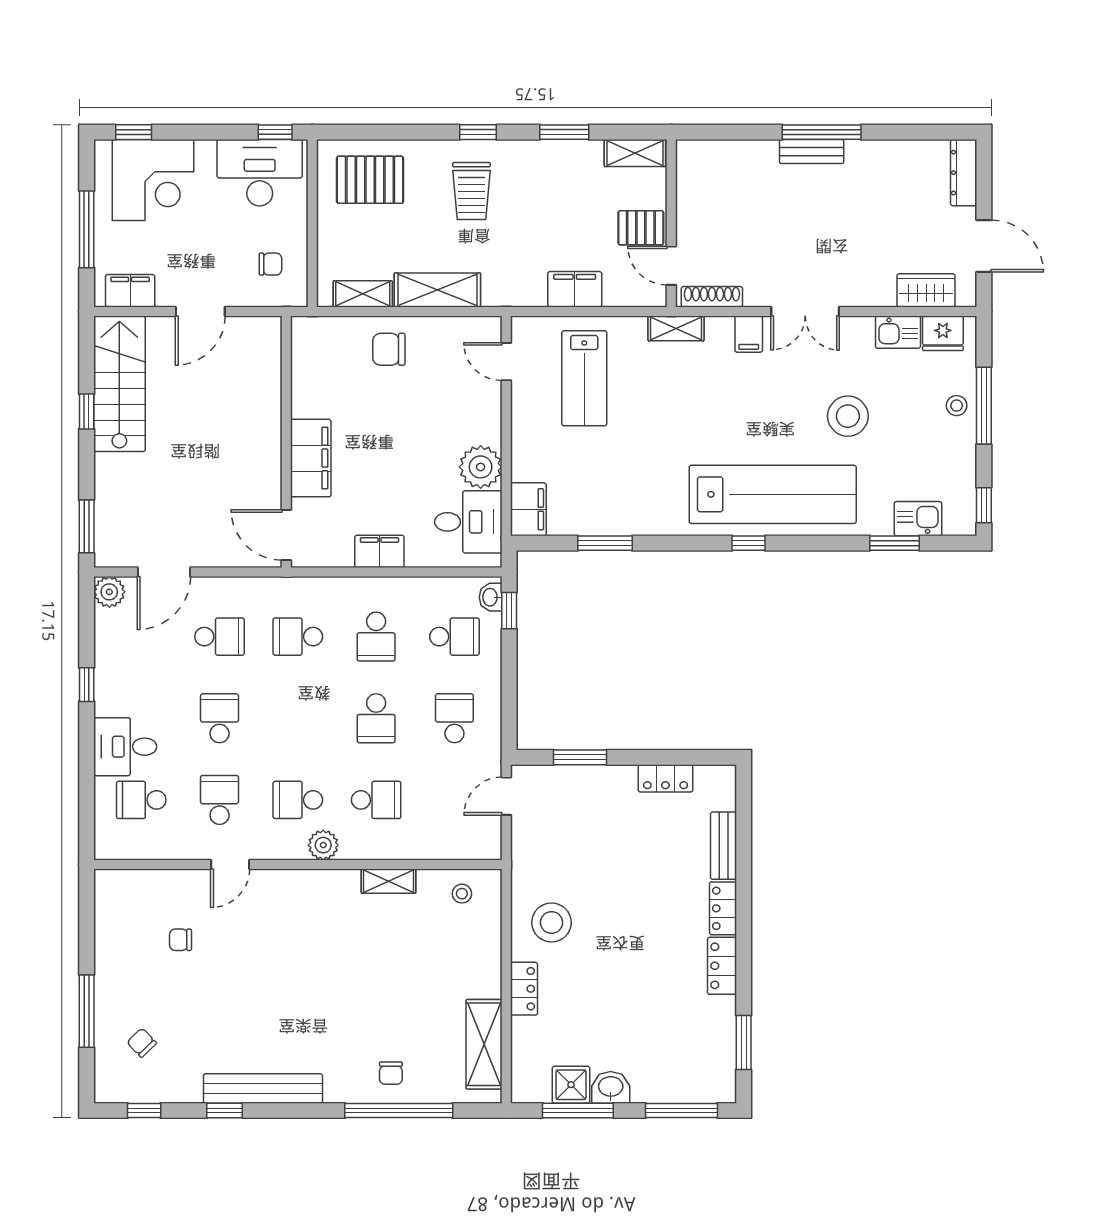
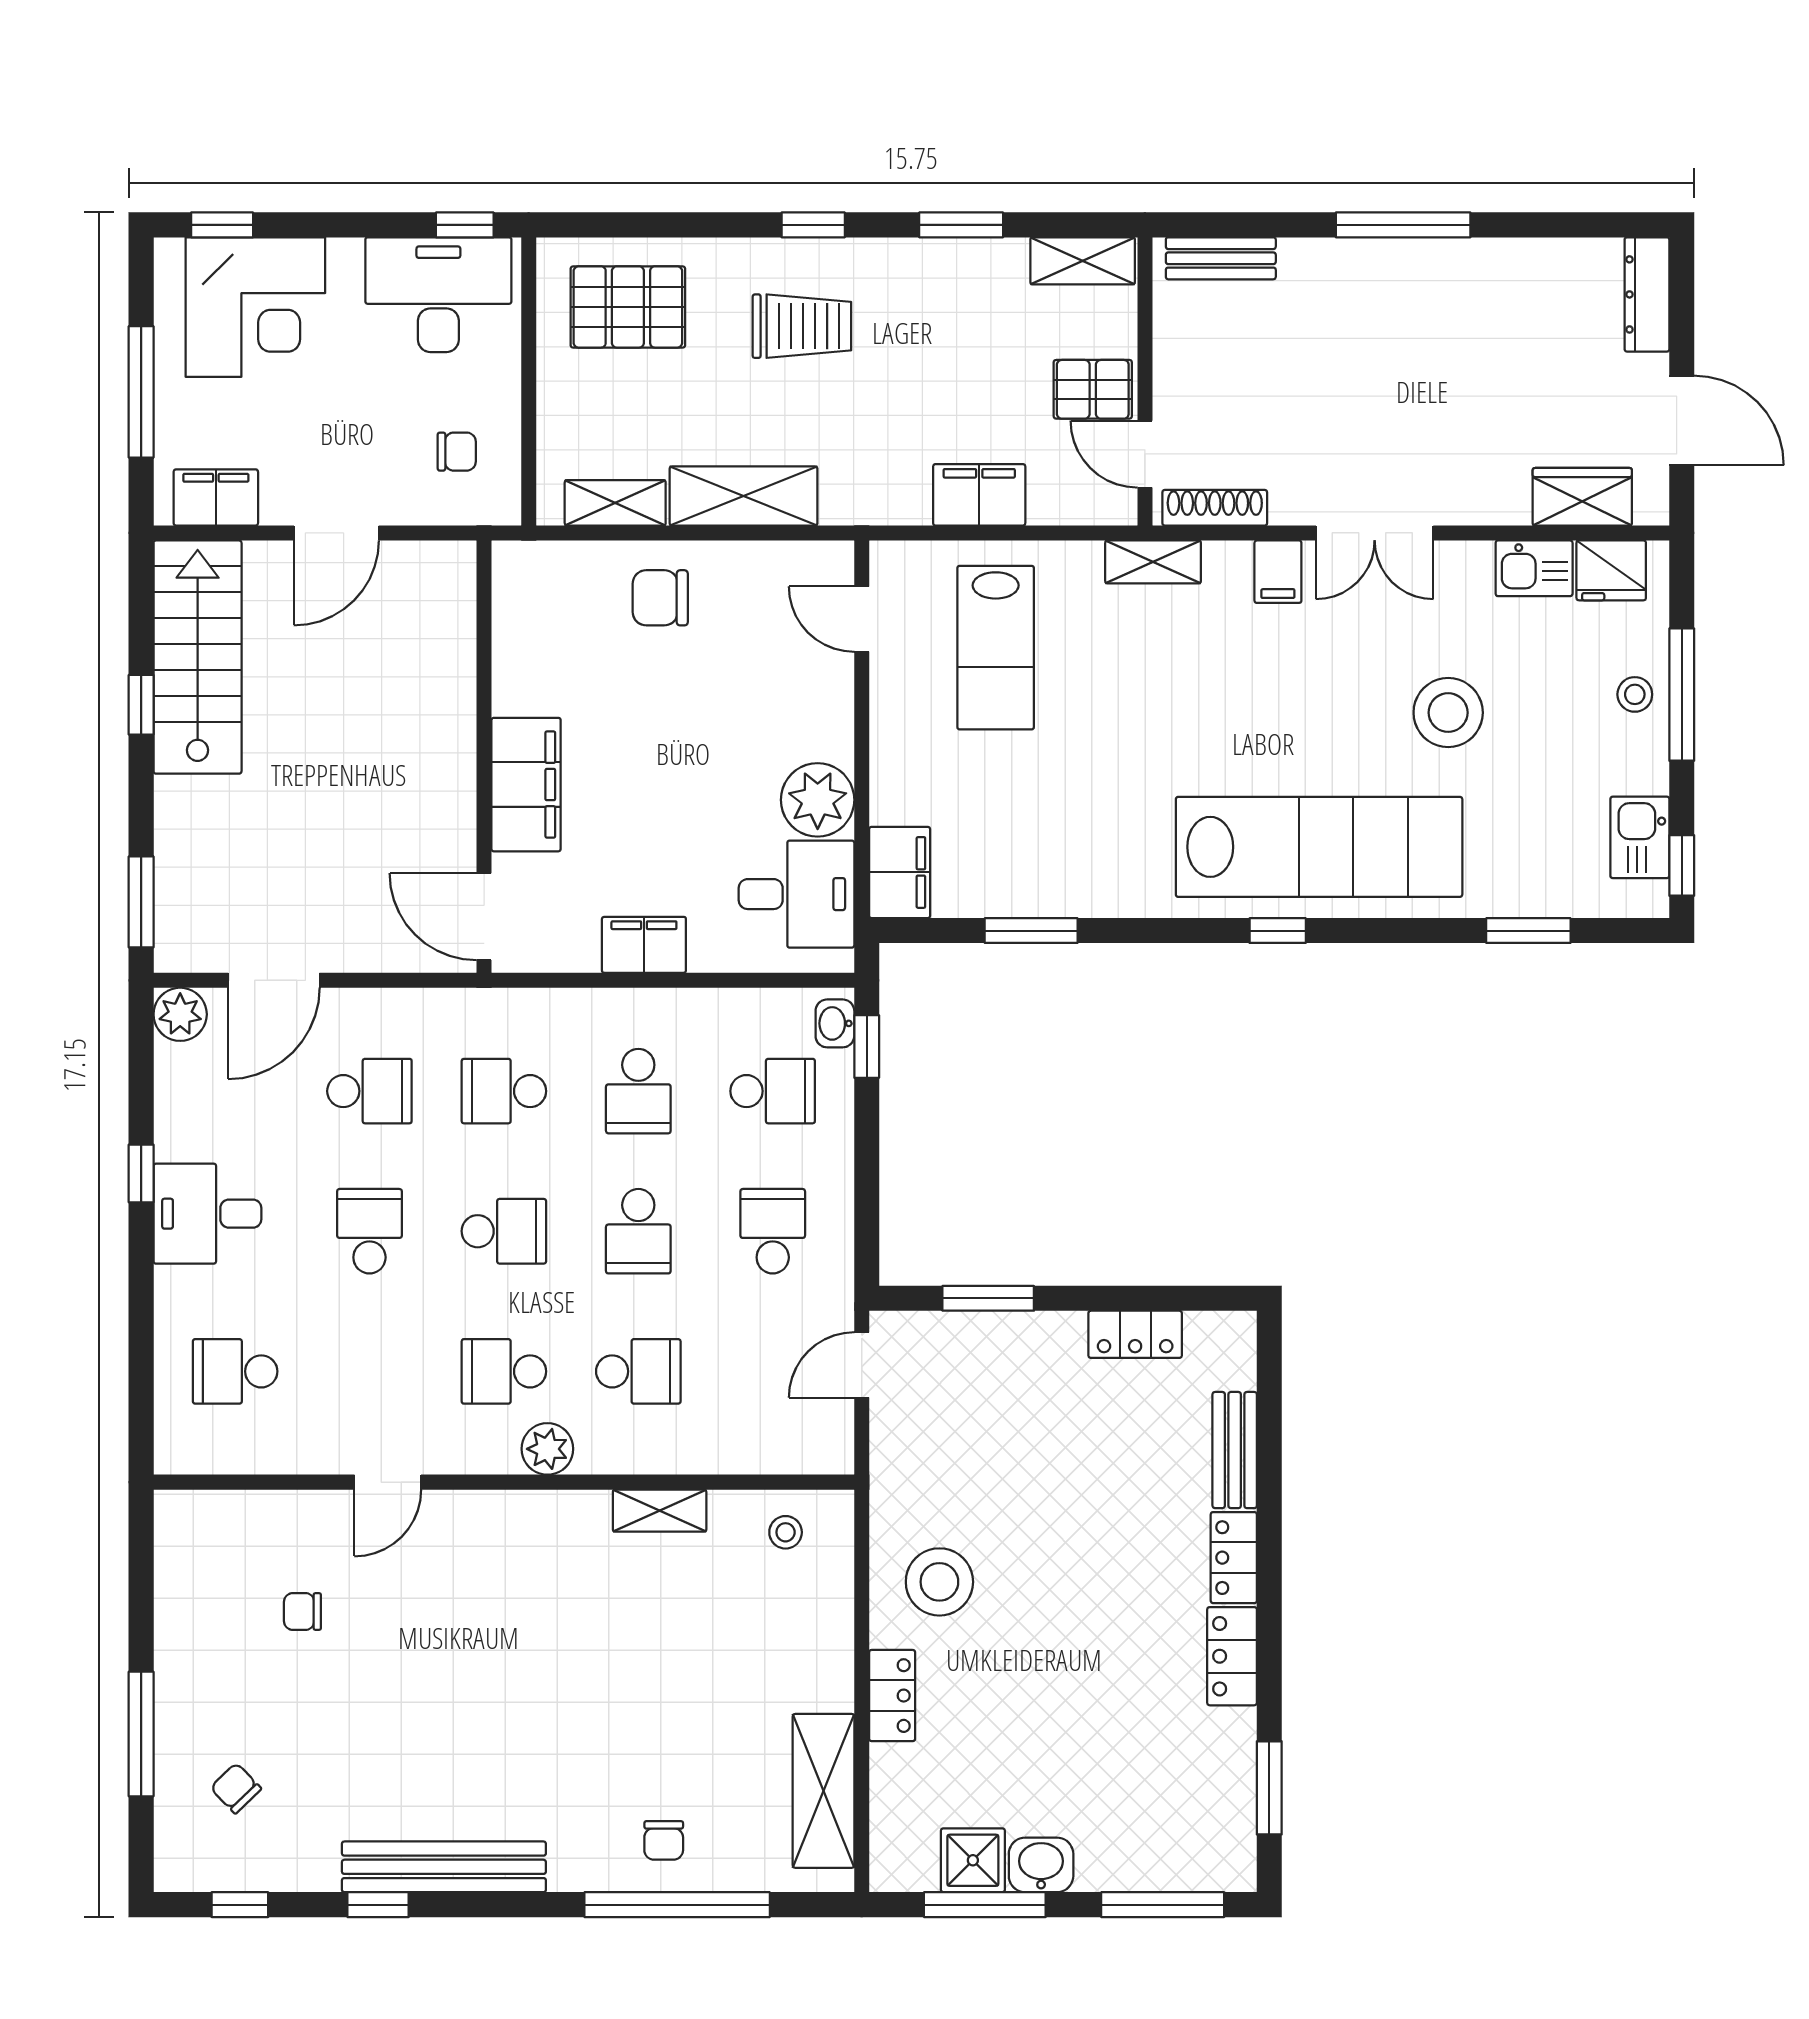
bench: (812, 151) -> (1221, 258), moved
trolley: (471, 191) -> (802, 326), turned -90
kitchen sink: (918, 519) -> (1640, 837), moved, turned -90
desk: (125, 747) -> (207, 1214), moved
school desk: (220, 800) -> (504, 1231), moved, turned 90

